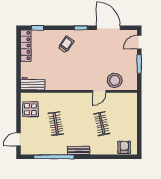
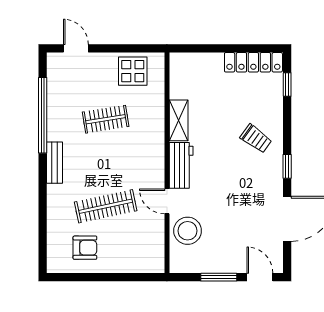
workbench: (33, 84) -> (181, 165), moved
shelving: (56, 85) -> (179, 120), added
clothes rail: (102, 124) -> (106, 206), width x1.36
armchair: (124, 147) -> (85, 248), moved

